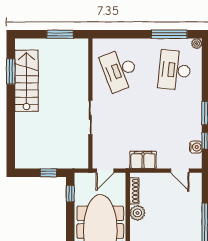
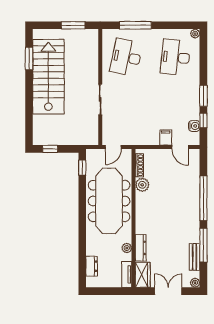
window: (169, 34) -> (135, 25), moved
desk: (120, 70) -> (126, 57), turned 33
stairs: (26, 81) -> (48, 77), width x1.36, depth x1.51
filing cabinet: (143, 160) -> (166, 137), moved, width x0.50
window: (48, 173) -> (50, 149), moved

